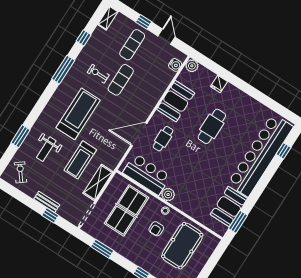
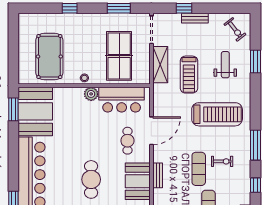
bench: (157, 96) -> (158, 175), added
treadmill: (78, 114) -> (217, 114), turned -90
treadmill: (80, 160) -> (189, 75), turned 180
booth: (229, 207) -> (35, 111), width x1.36, depth x1.42
armchair: (156, 229) -> (82, 57), removed

